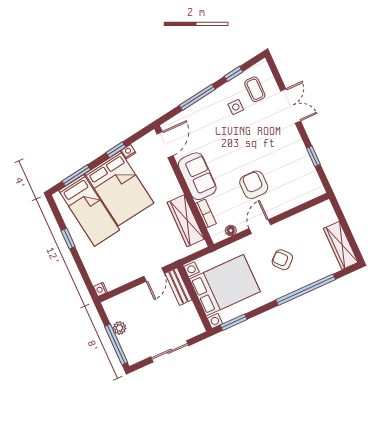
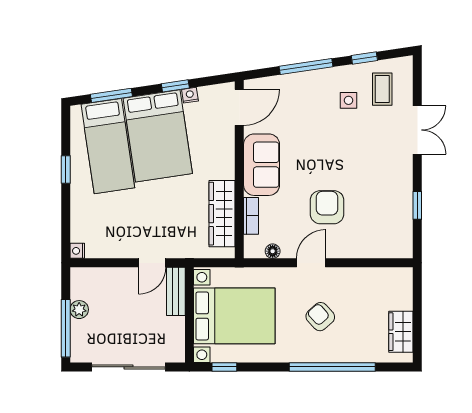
wardrobe: (341, 245) -> (401, 332), width x0.67
window: (234, 322) -> (224, 367), width x0.67
sliding door: (170, 351) -> (129, 367), width x1.37

